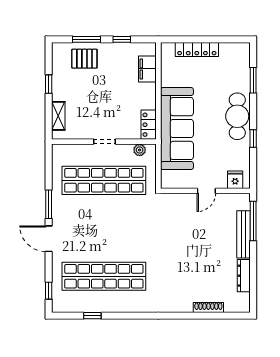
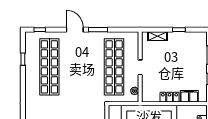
pallet: (84, 59) -> (196, 54), removed
locker: (149, 125) -> (170, 97), moved
door: (49, 239) -> (75, 30), hinge flipped

